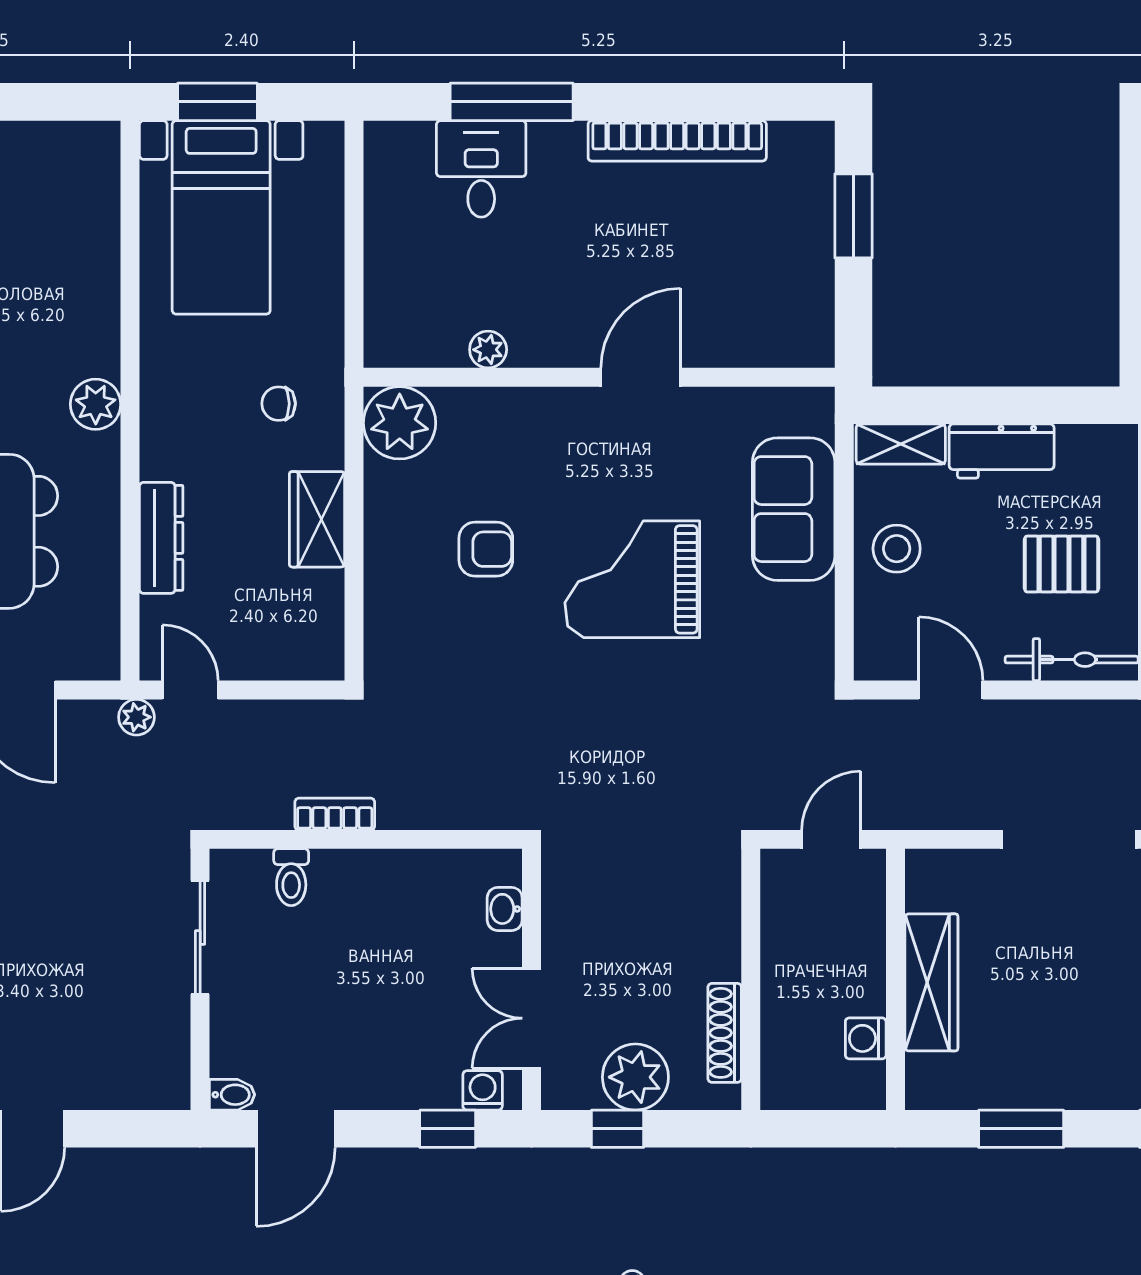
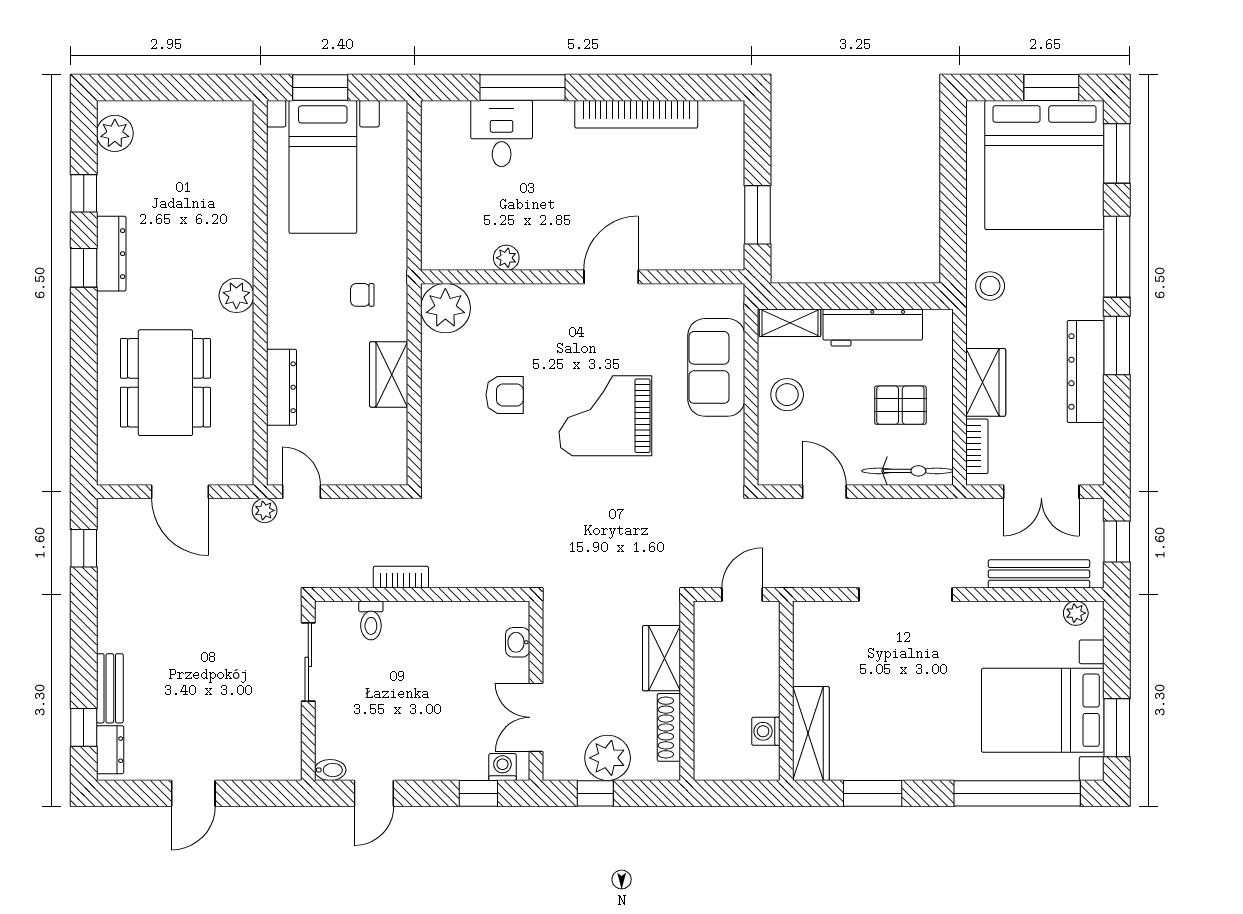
window: (854, 216) -> (757, 215), moved
workbench: (1002, 451) -> (873, 328), width x1.38
wardrobe: (714, 932) -> (661, 658), added
wardrobe: (931, 982) -> (811, 733), moved
door: (296, 1129) -> (374, 793), width x0.73

